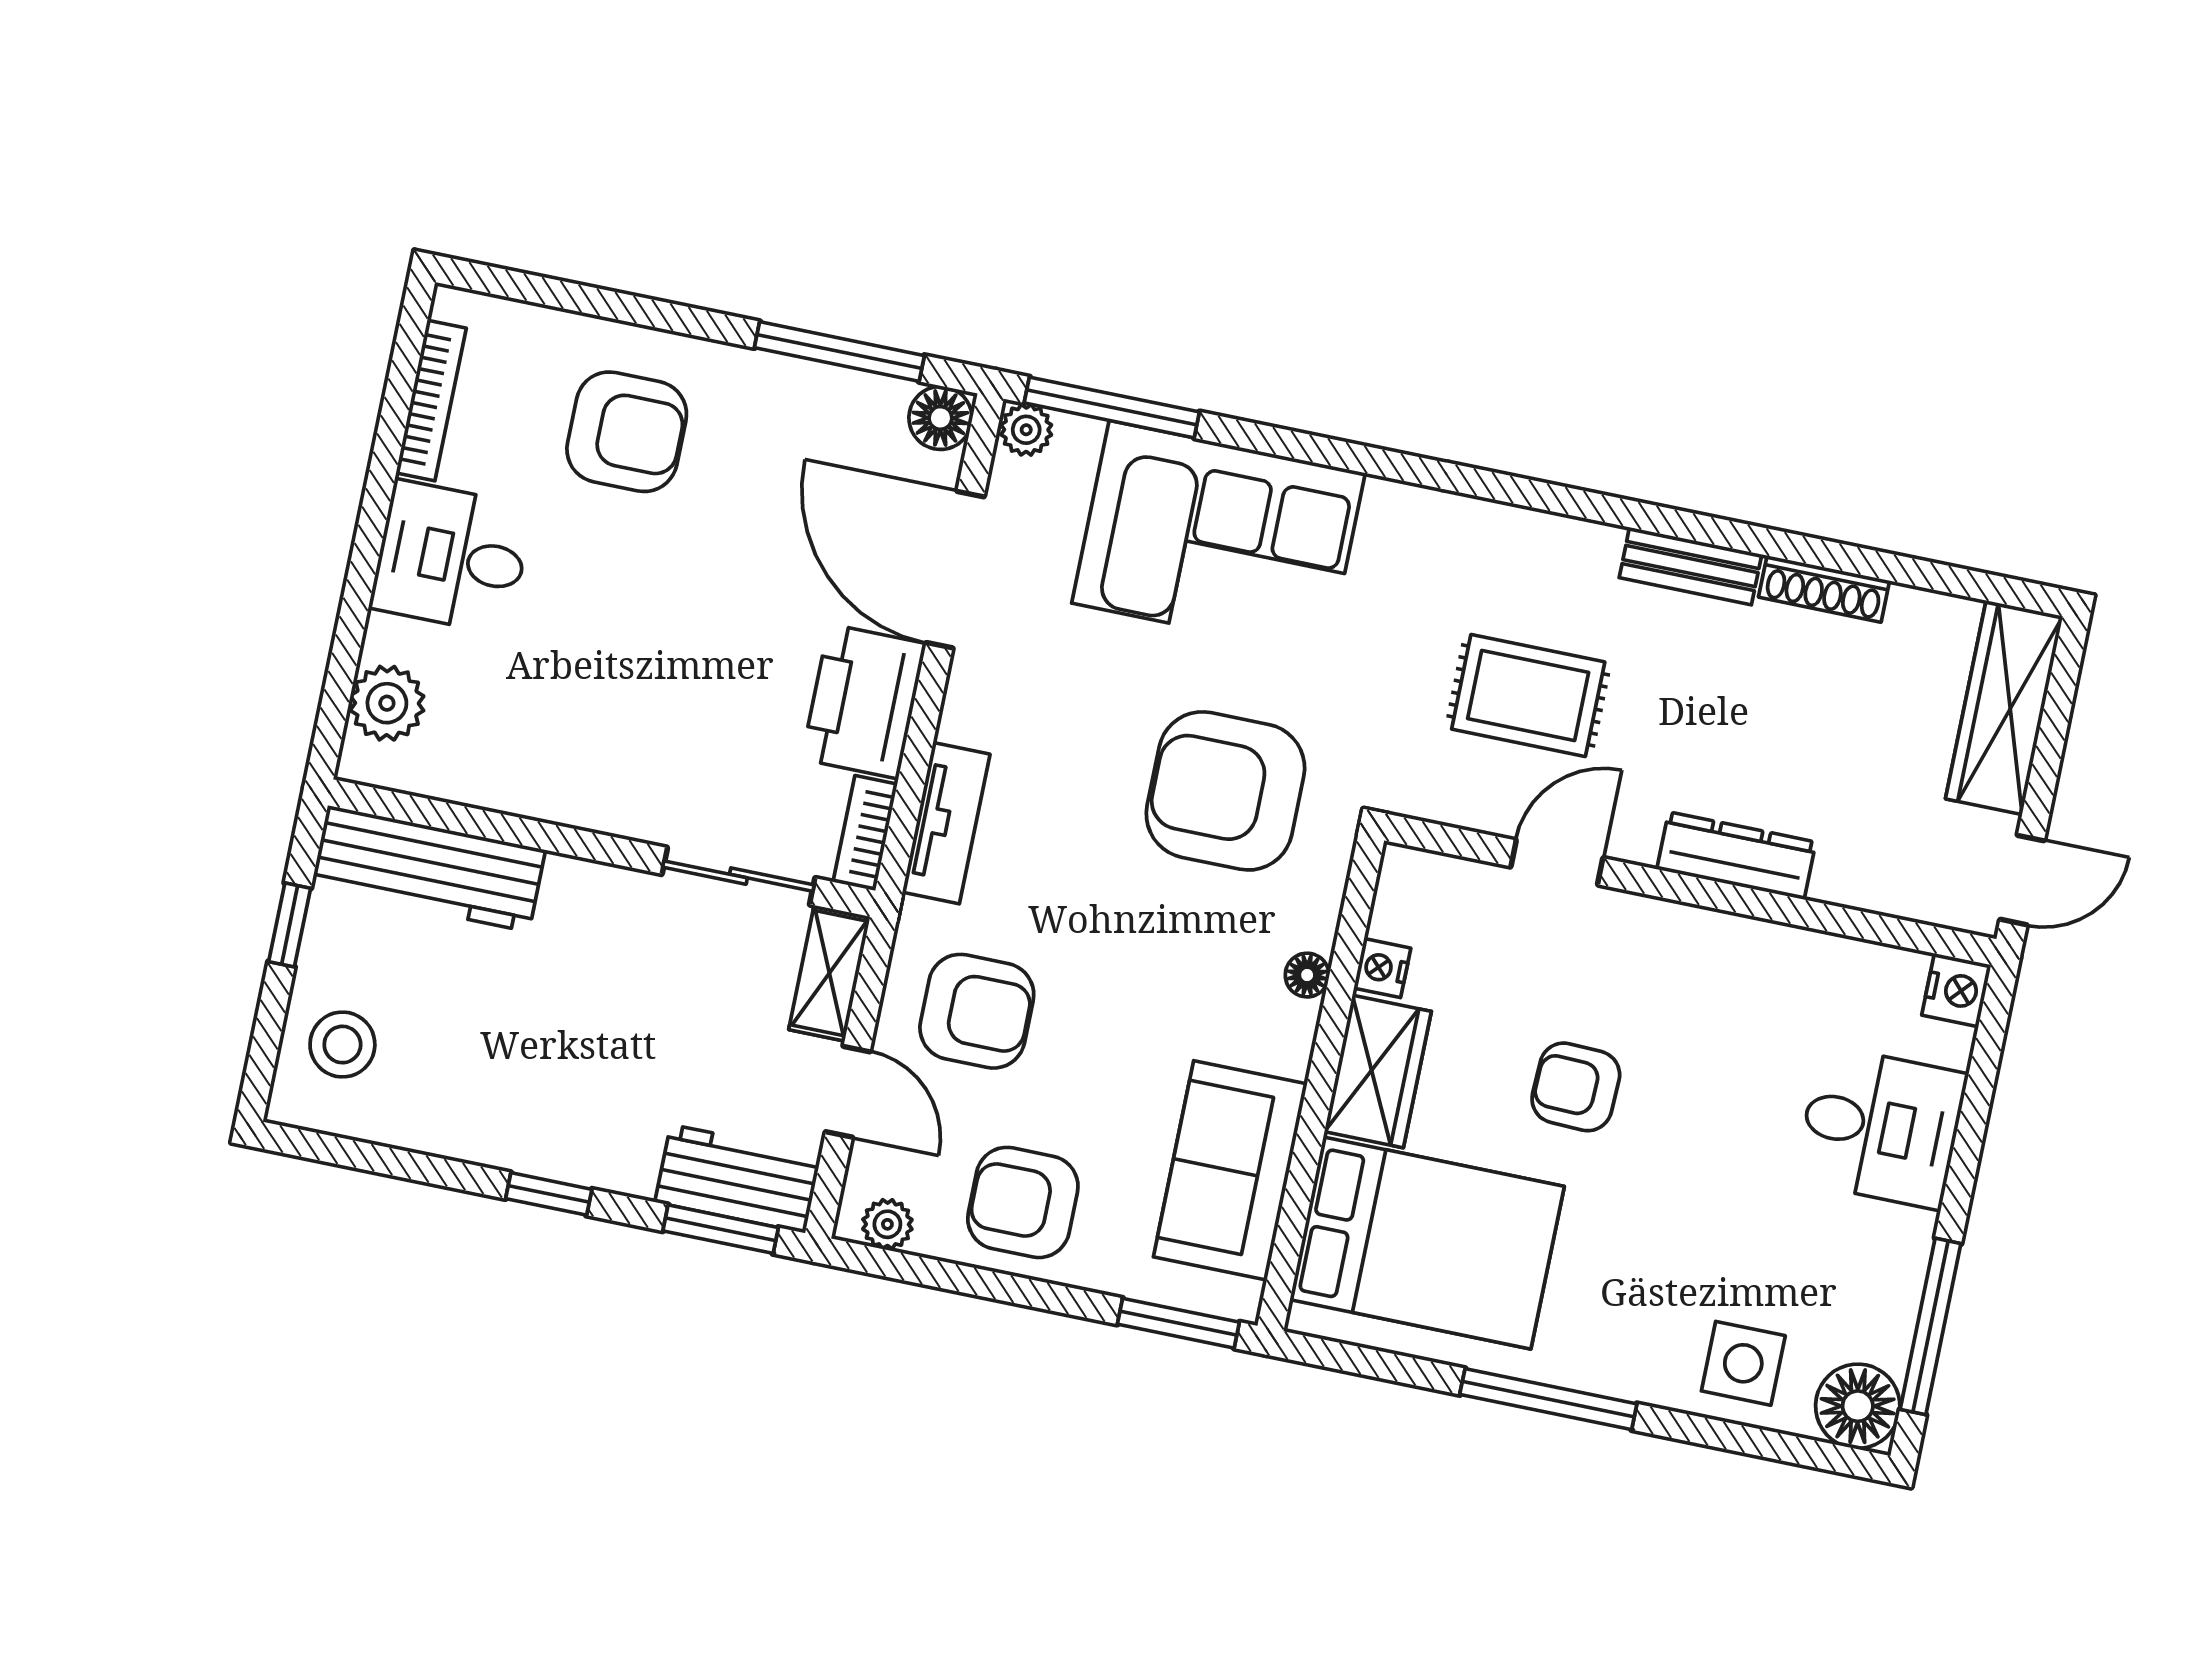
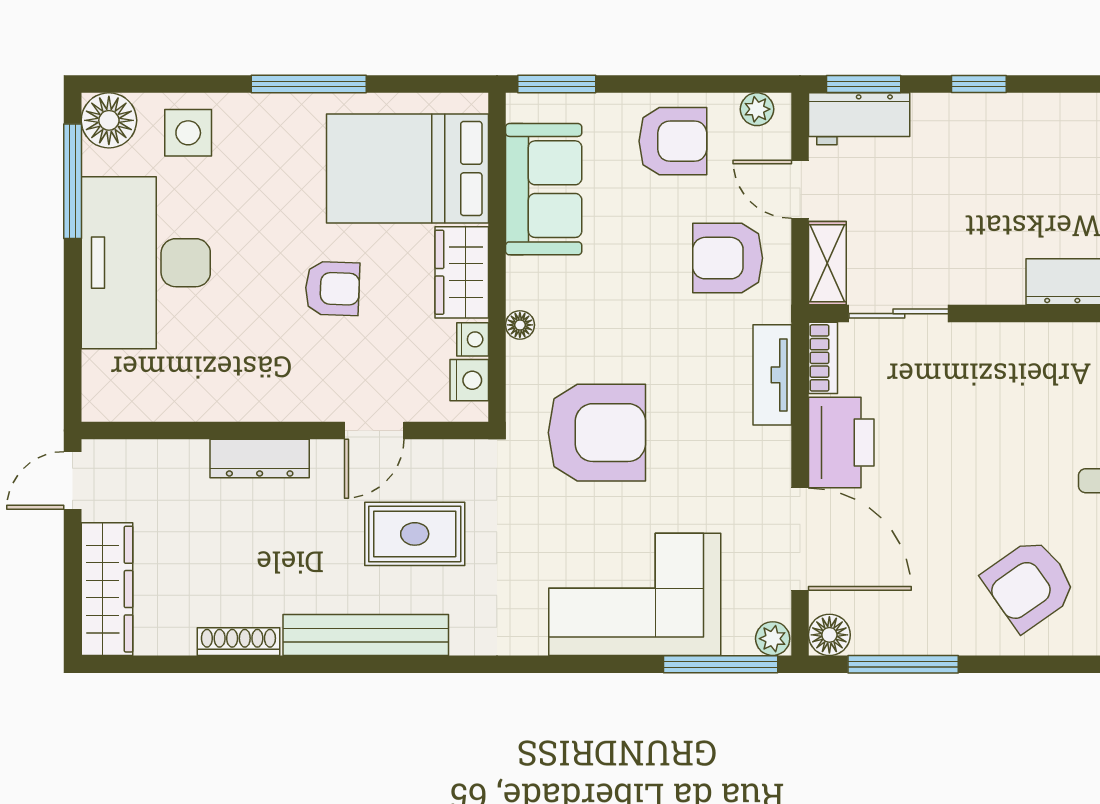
armchair: (627, 432) -> (1029, 585), turned -35
bench: (1690, 566) -> (366, 635), width x1.86, depth x1.21
nightstand: (1956, 990) -> (469, 380), moved, turned 180
desk: (1881, 1127) -> (146, 263), width x1.87, depth x1.30

